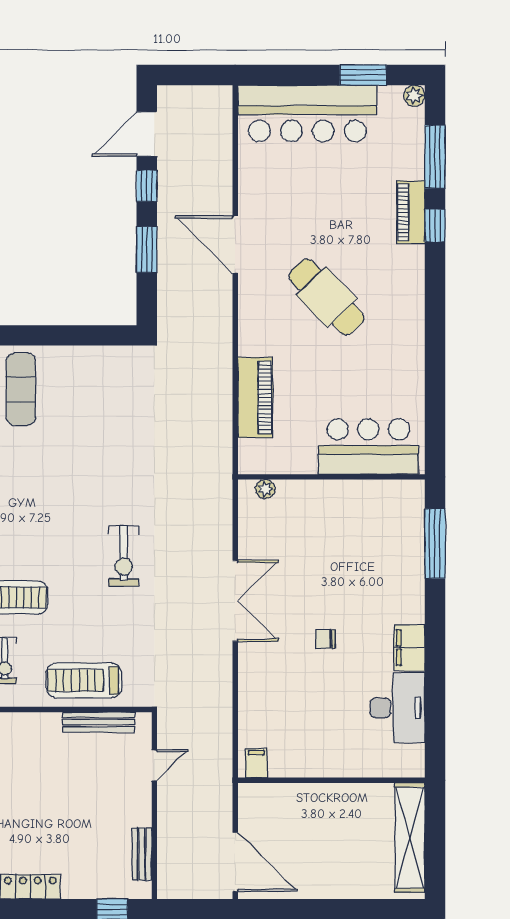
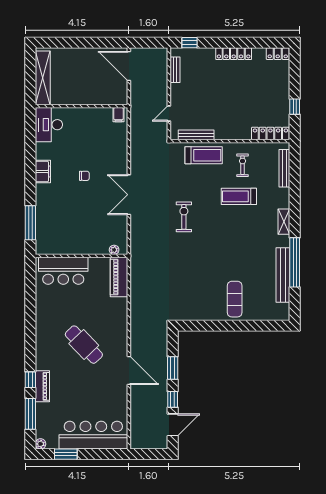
piano: (255, 397) -> (119, 277), moved
desk: (397, 708) -> (49, 125), moved

